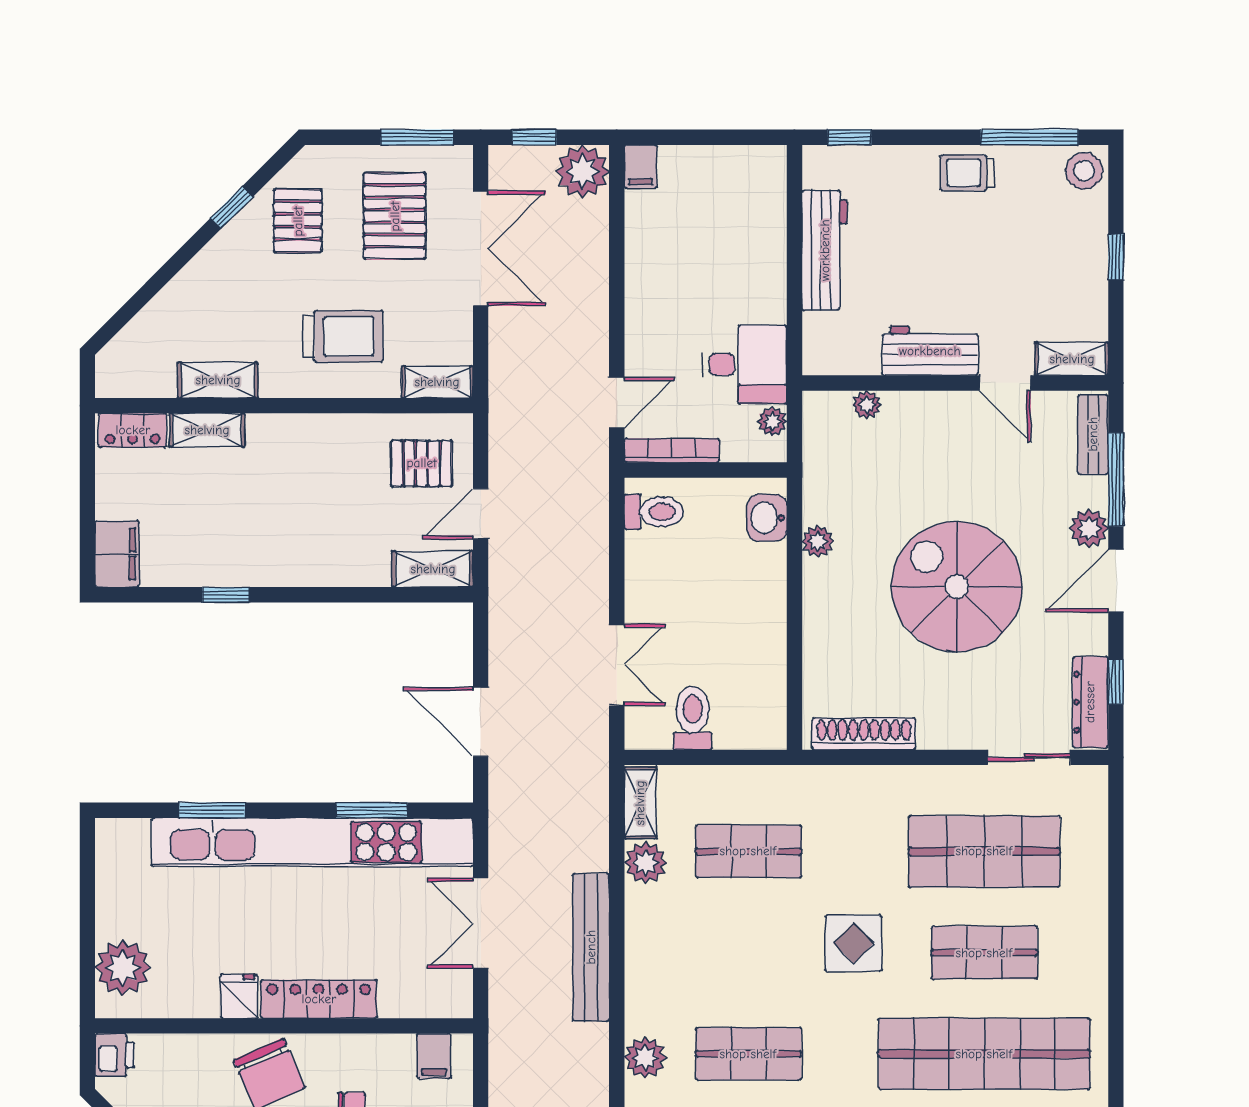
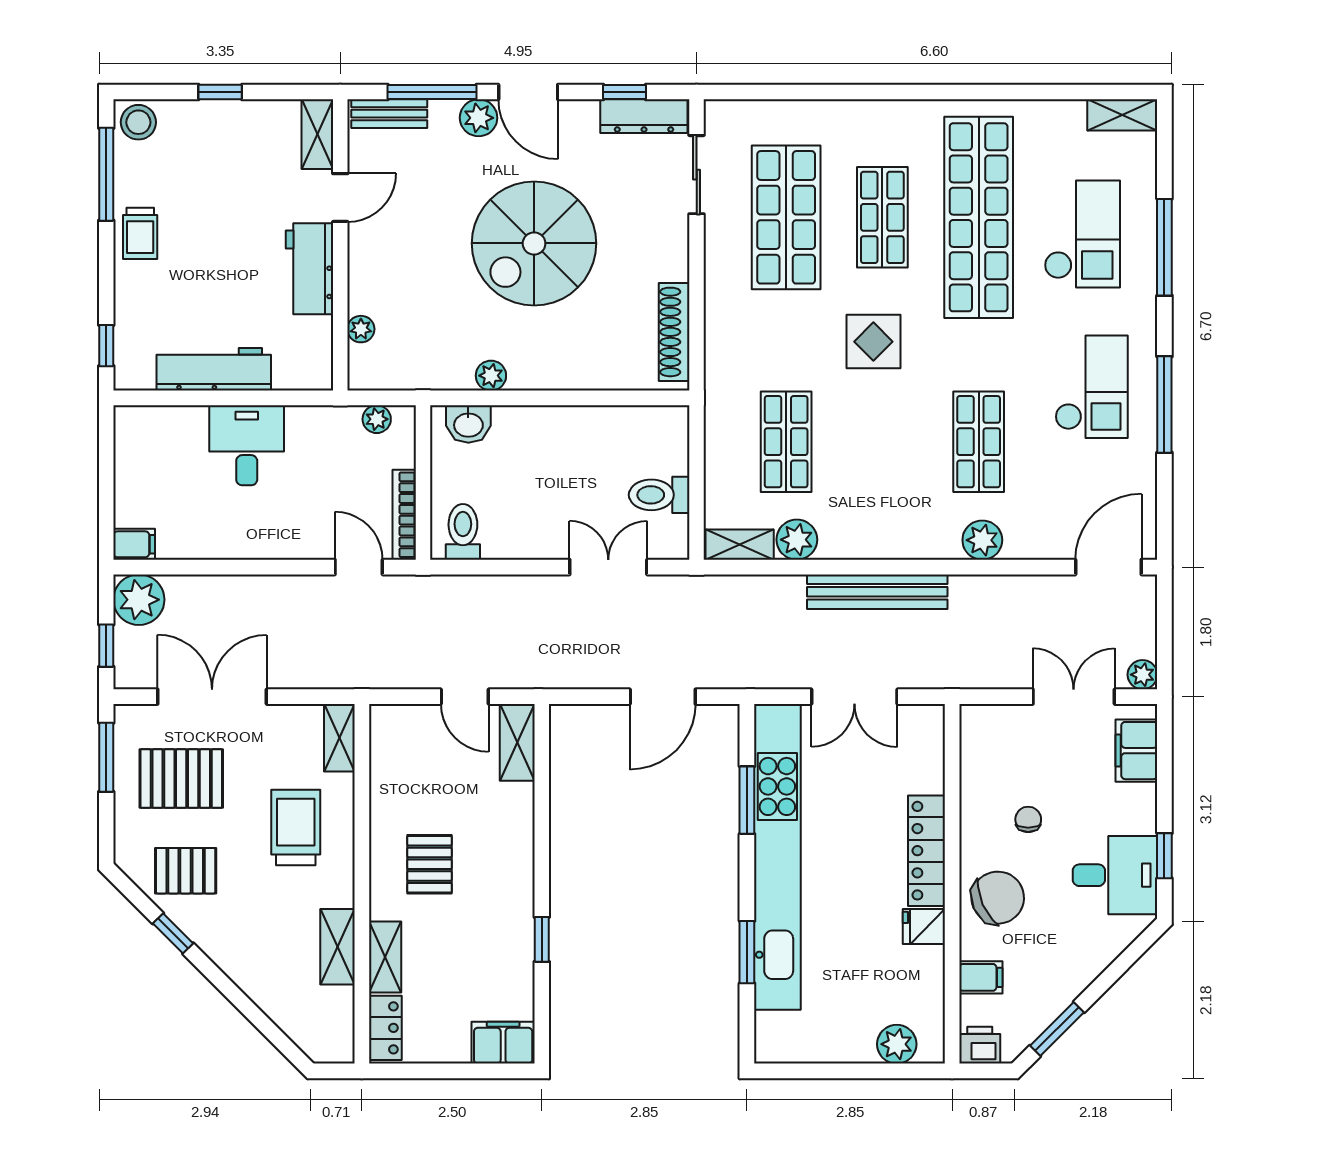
desk: (745, 364) -> (247, 445), moved
pallet: (422, 463) -> (429, 864), moved
plant: (123, 968) -> (897, 1044), width x0.73, depth x0.73
filing cabinet: (434, 1056) -> (981, 977), moved

